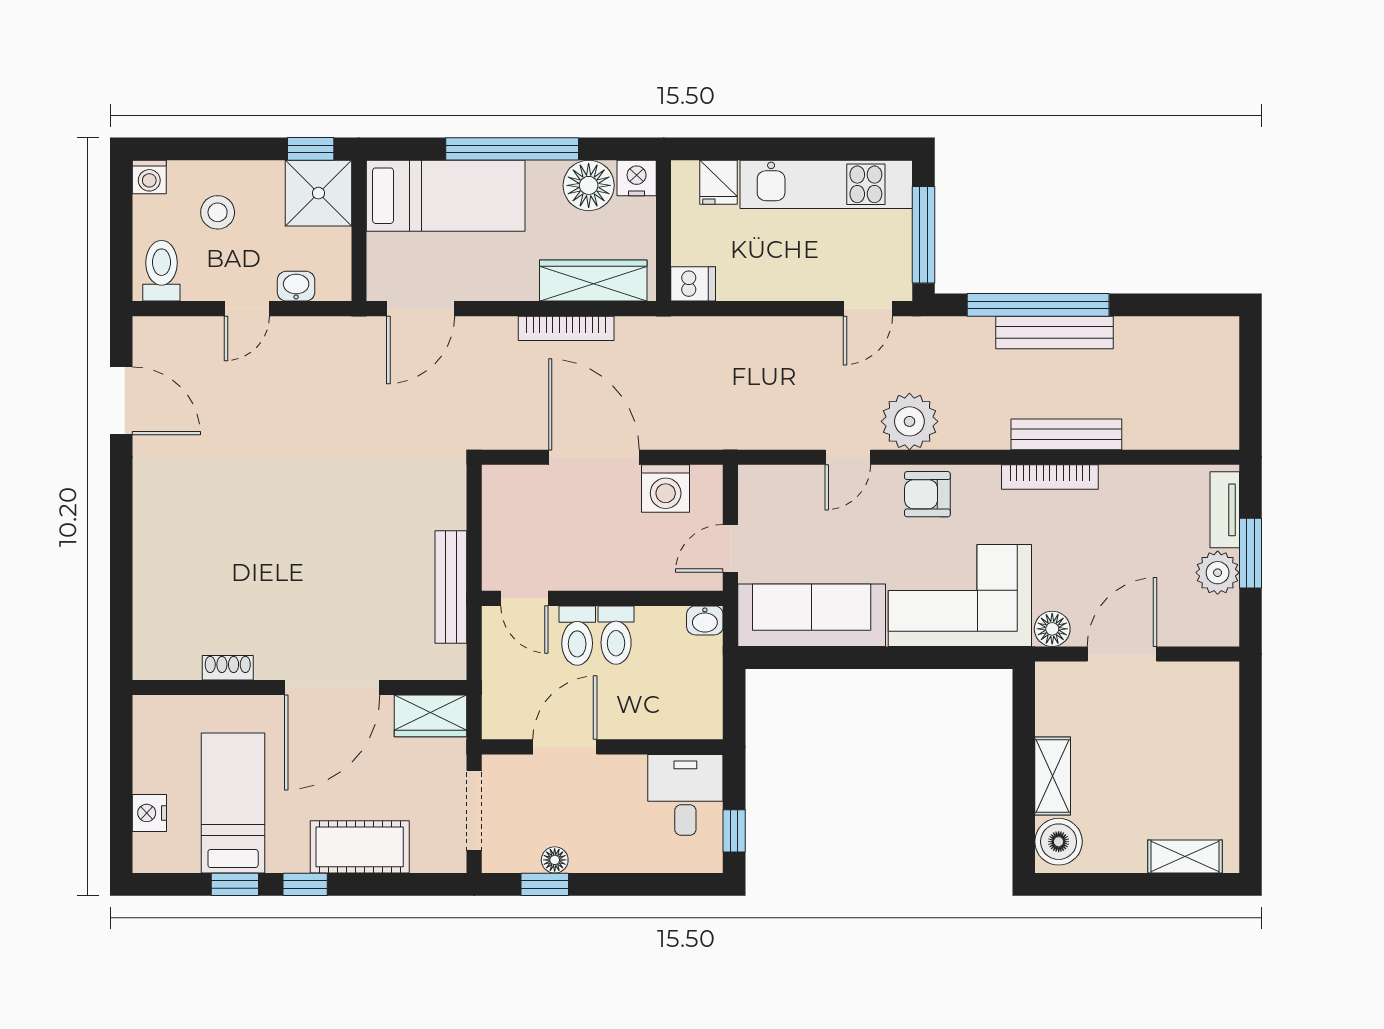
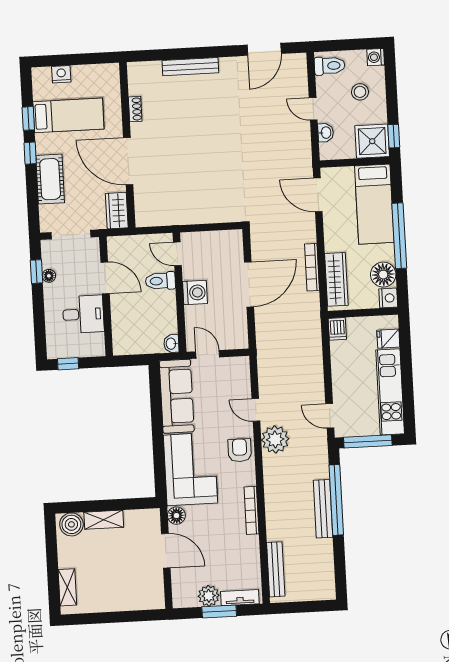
bench: (1066, 434) -> (276, 569), moved
washing machine: (666, 488) -> (195, 293), moved, turned 180
bench: (451, 587) -> (190, 67), moved
door: (524, 598) -> (177, 254), hinge flipped
toilet: (616, 635) -> (162, 300), removed
desk: (685, 795) -> (83, 314), moved

